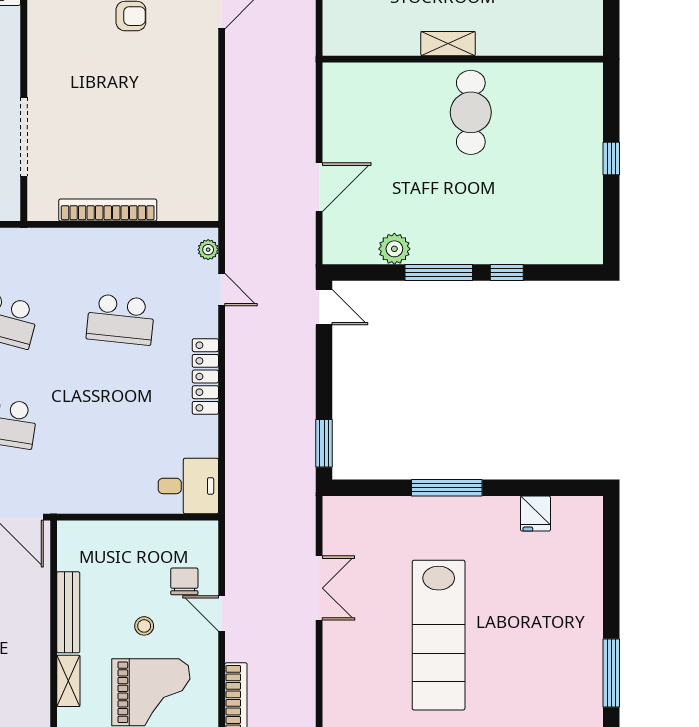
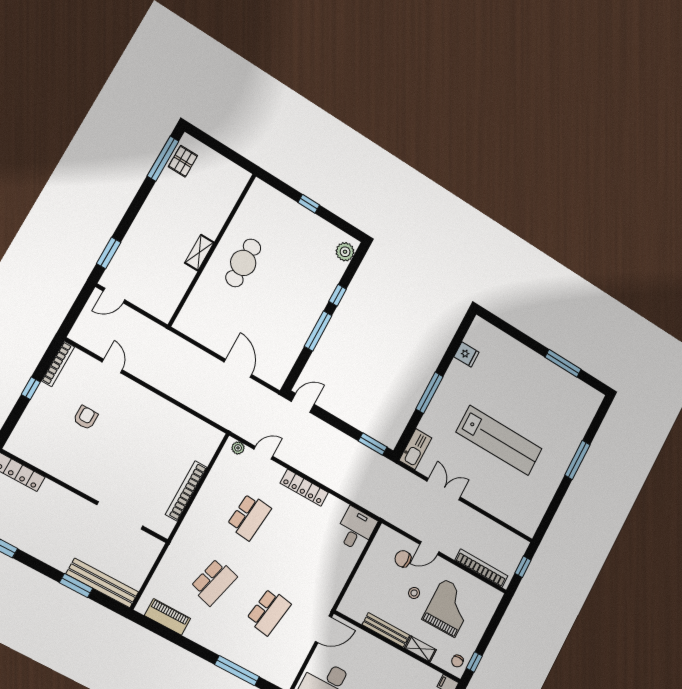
cafe table: (471, 112) -> (243, 263), turned 90
plant: (394, 249) -> (345, 252), moved
kitchen sink: (353, 512) -> (415, 449), added

